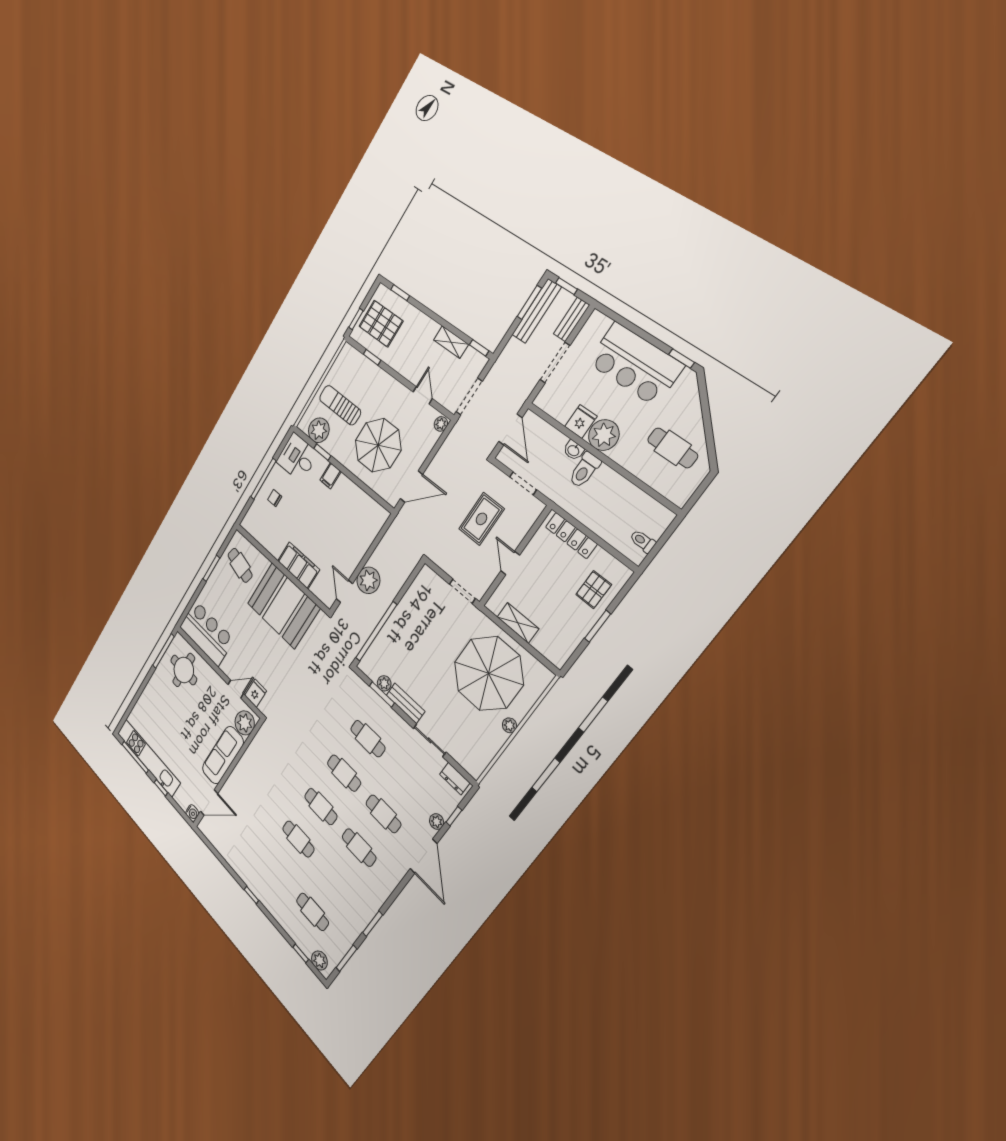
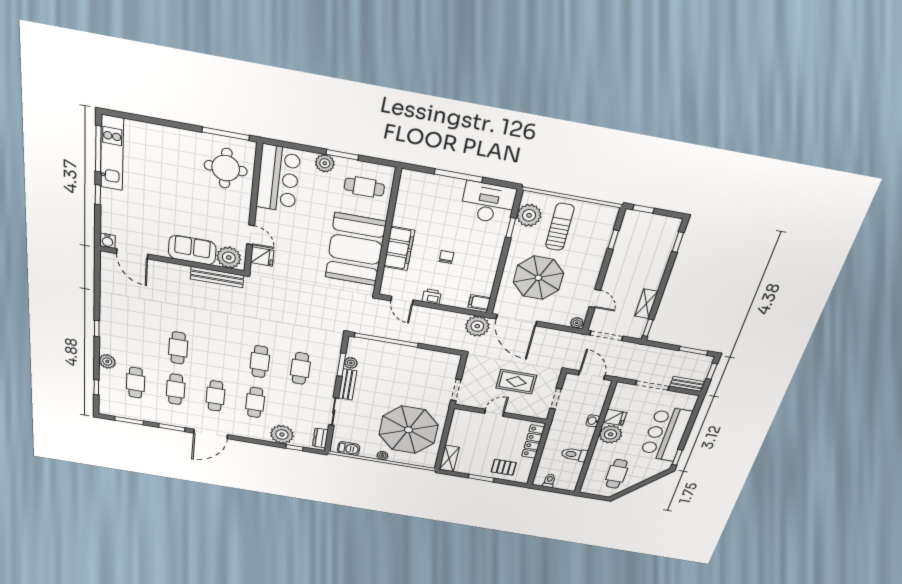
bench: (537, 311) -> (217, 277), moved
pallet: (381, 324) -> (646, 235), removed
door: (423, 395) -> (595, 299), hinge flipped
door: (510, 430) -> (592, 375), swing flipped
desk: (297, 457) -> (488, 203), width x1.37
toilet: (584, 470) -> (574, 455), moved
filing cabinet: (331, 476) -> (479, 302), moved
door: (411, 487) -> (516, 320), width x1.36
chair: (275, 498) -> (446, 257), moved
printer: (353, 560) -> (432, 296), added
cafe table: (240, 565) -> (364, 187), turned 76
plant: (368, 580) -> (477, 326), moved
plant: (211, 587) -> (325, 163), added
door: (344, 591) -> (402, 300), swing flipped
shelving: (518, 623) -> (449, 458), moved
sofa: (223, 755) -> (192, 250), width x0.73
barbecue: (482, 757) -> (349, 449), added
kitchen unit: (148, 758) -> (112, 153), width x0.73
cafe table: (321, 807) -> (176, 389), moved
plant: (437, 822) -> (282, 434), width x1.87, depth x1.87
door: (424, 856) -> (211, 434), moved
plant: (319, 960) -> (107, 361), moved

